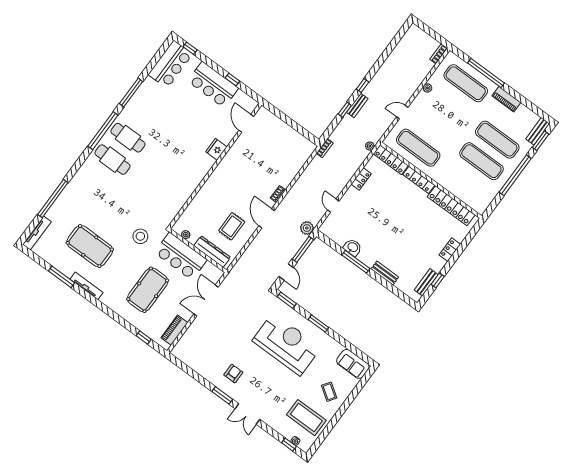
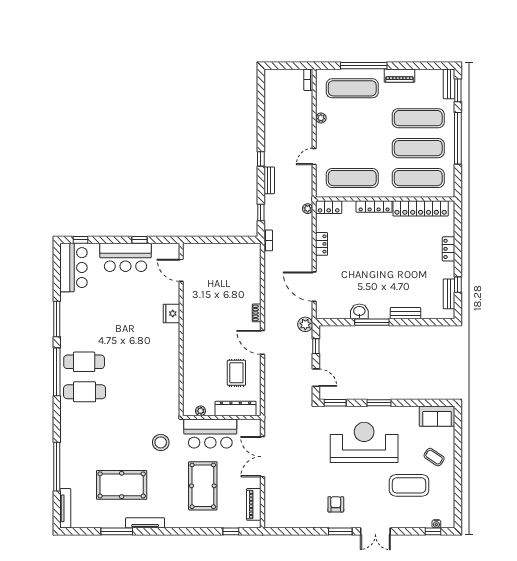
window: (345, 110) -> (261, 212), moved
locker: (391, 160) -> (329, 207), width x0.66
exercise mat: (466, 183) -> (418, 178), added
door: (333, 206) -> (314, 287), width x1.88
window: (303, 249) -> (316, 346), width x0.46
coffee table: (306, 418) -> (409, 485), moved

